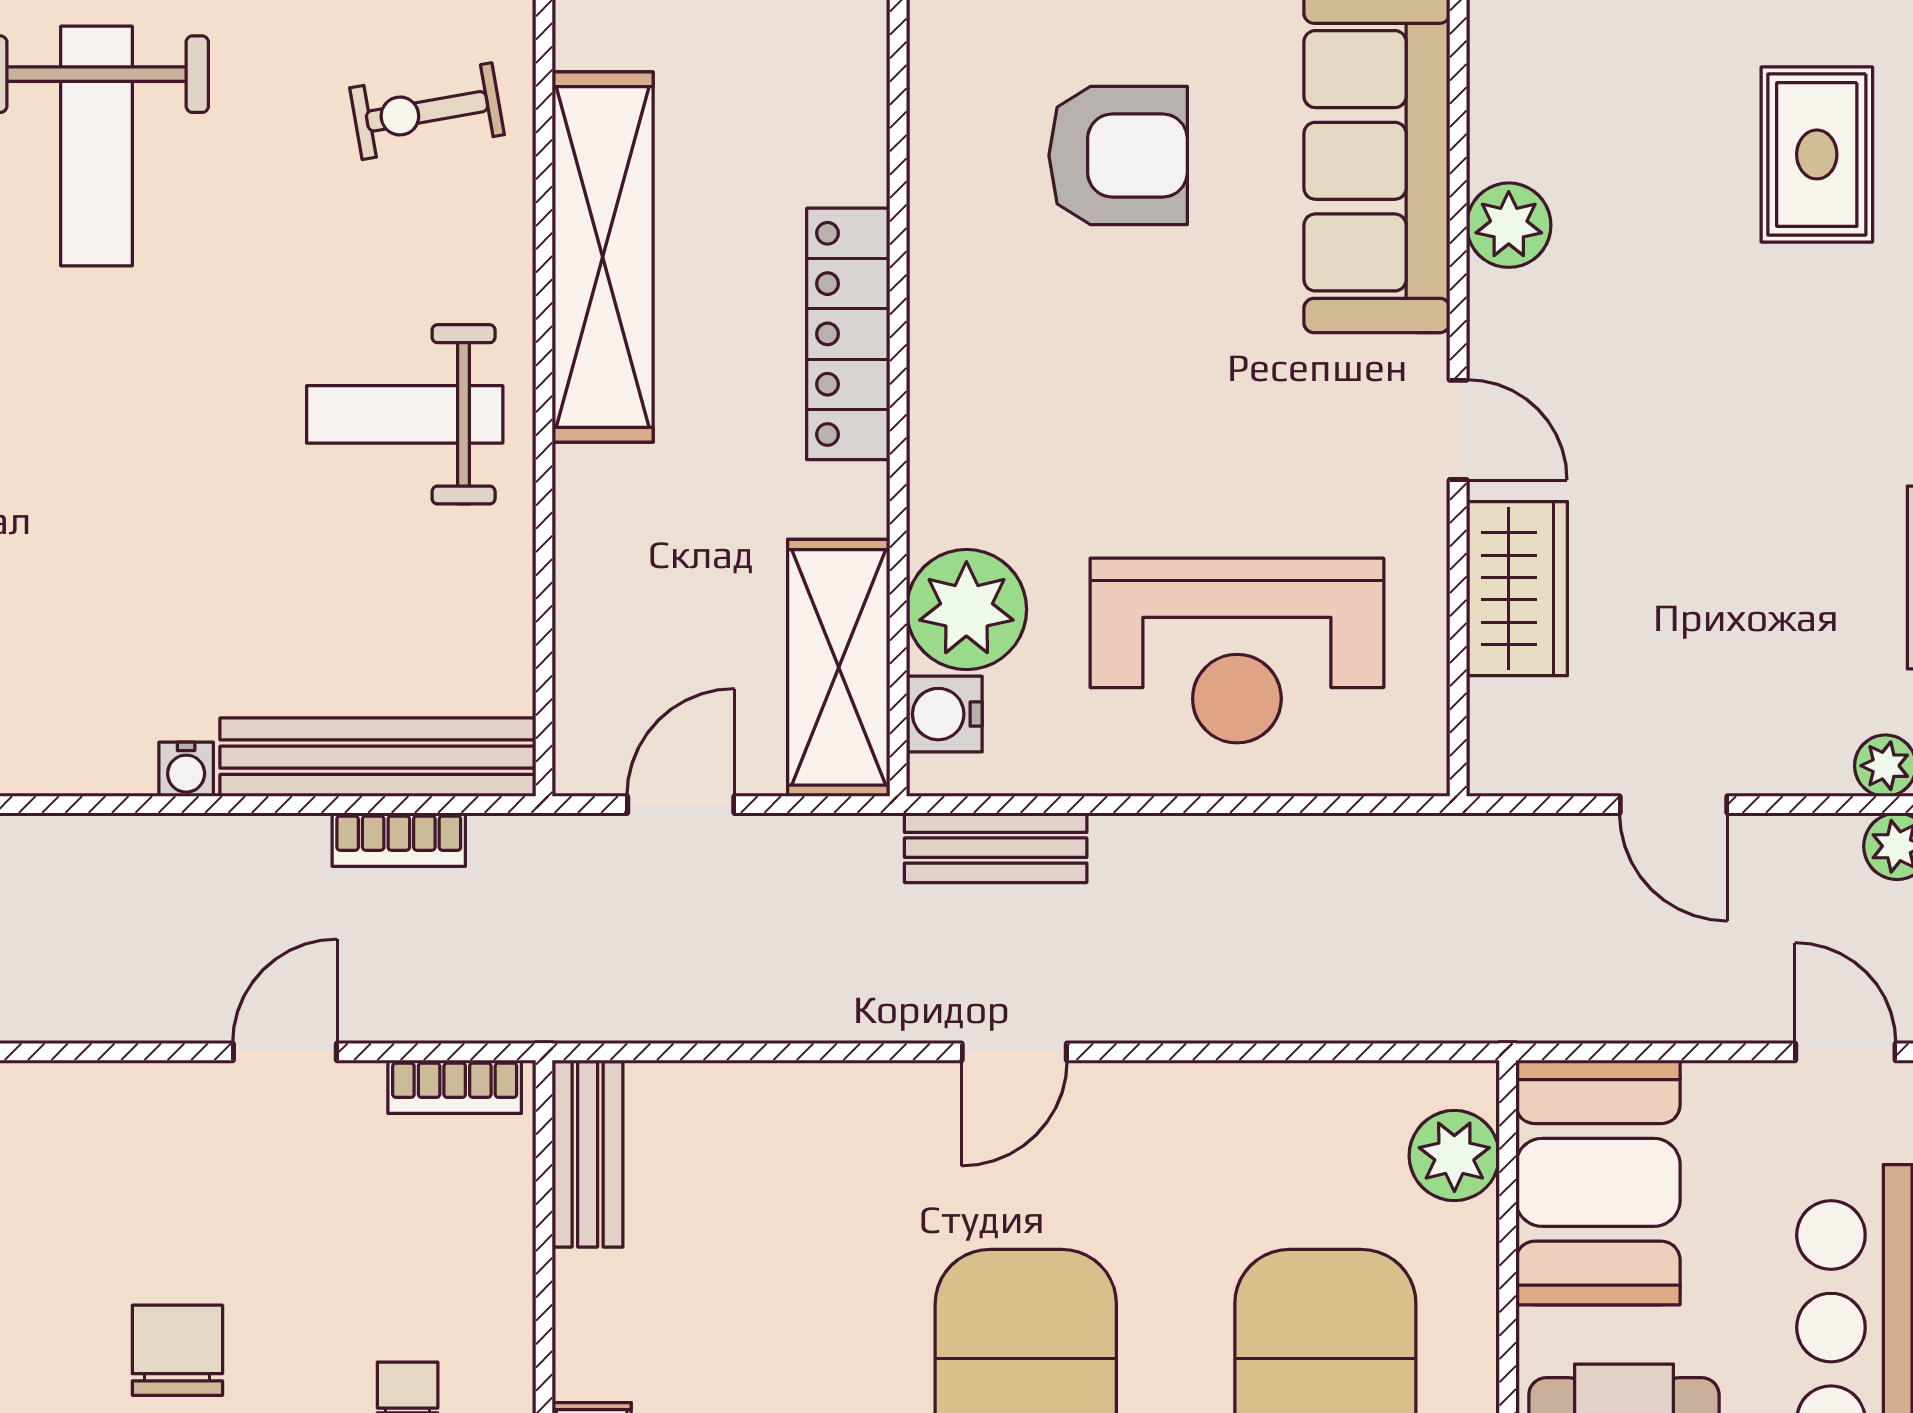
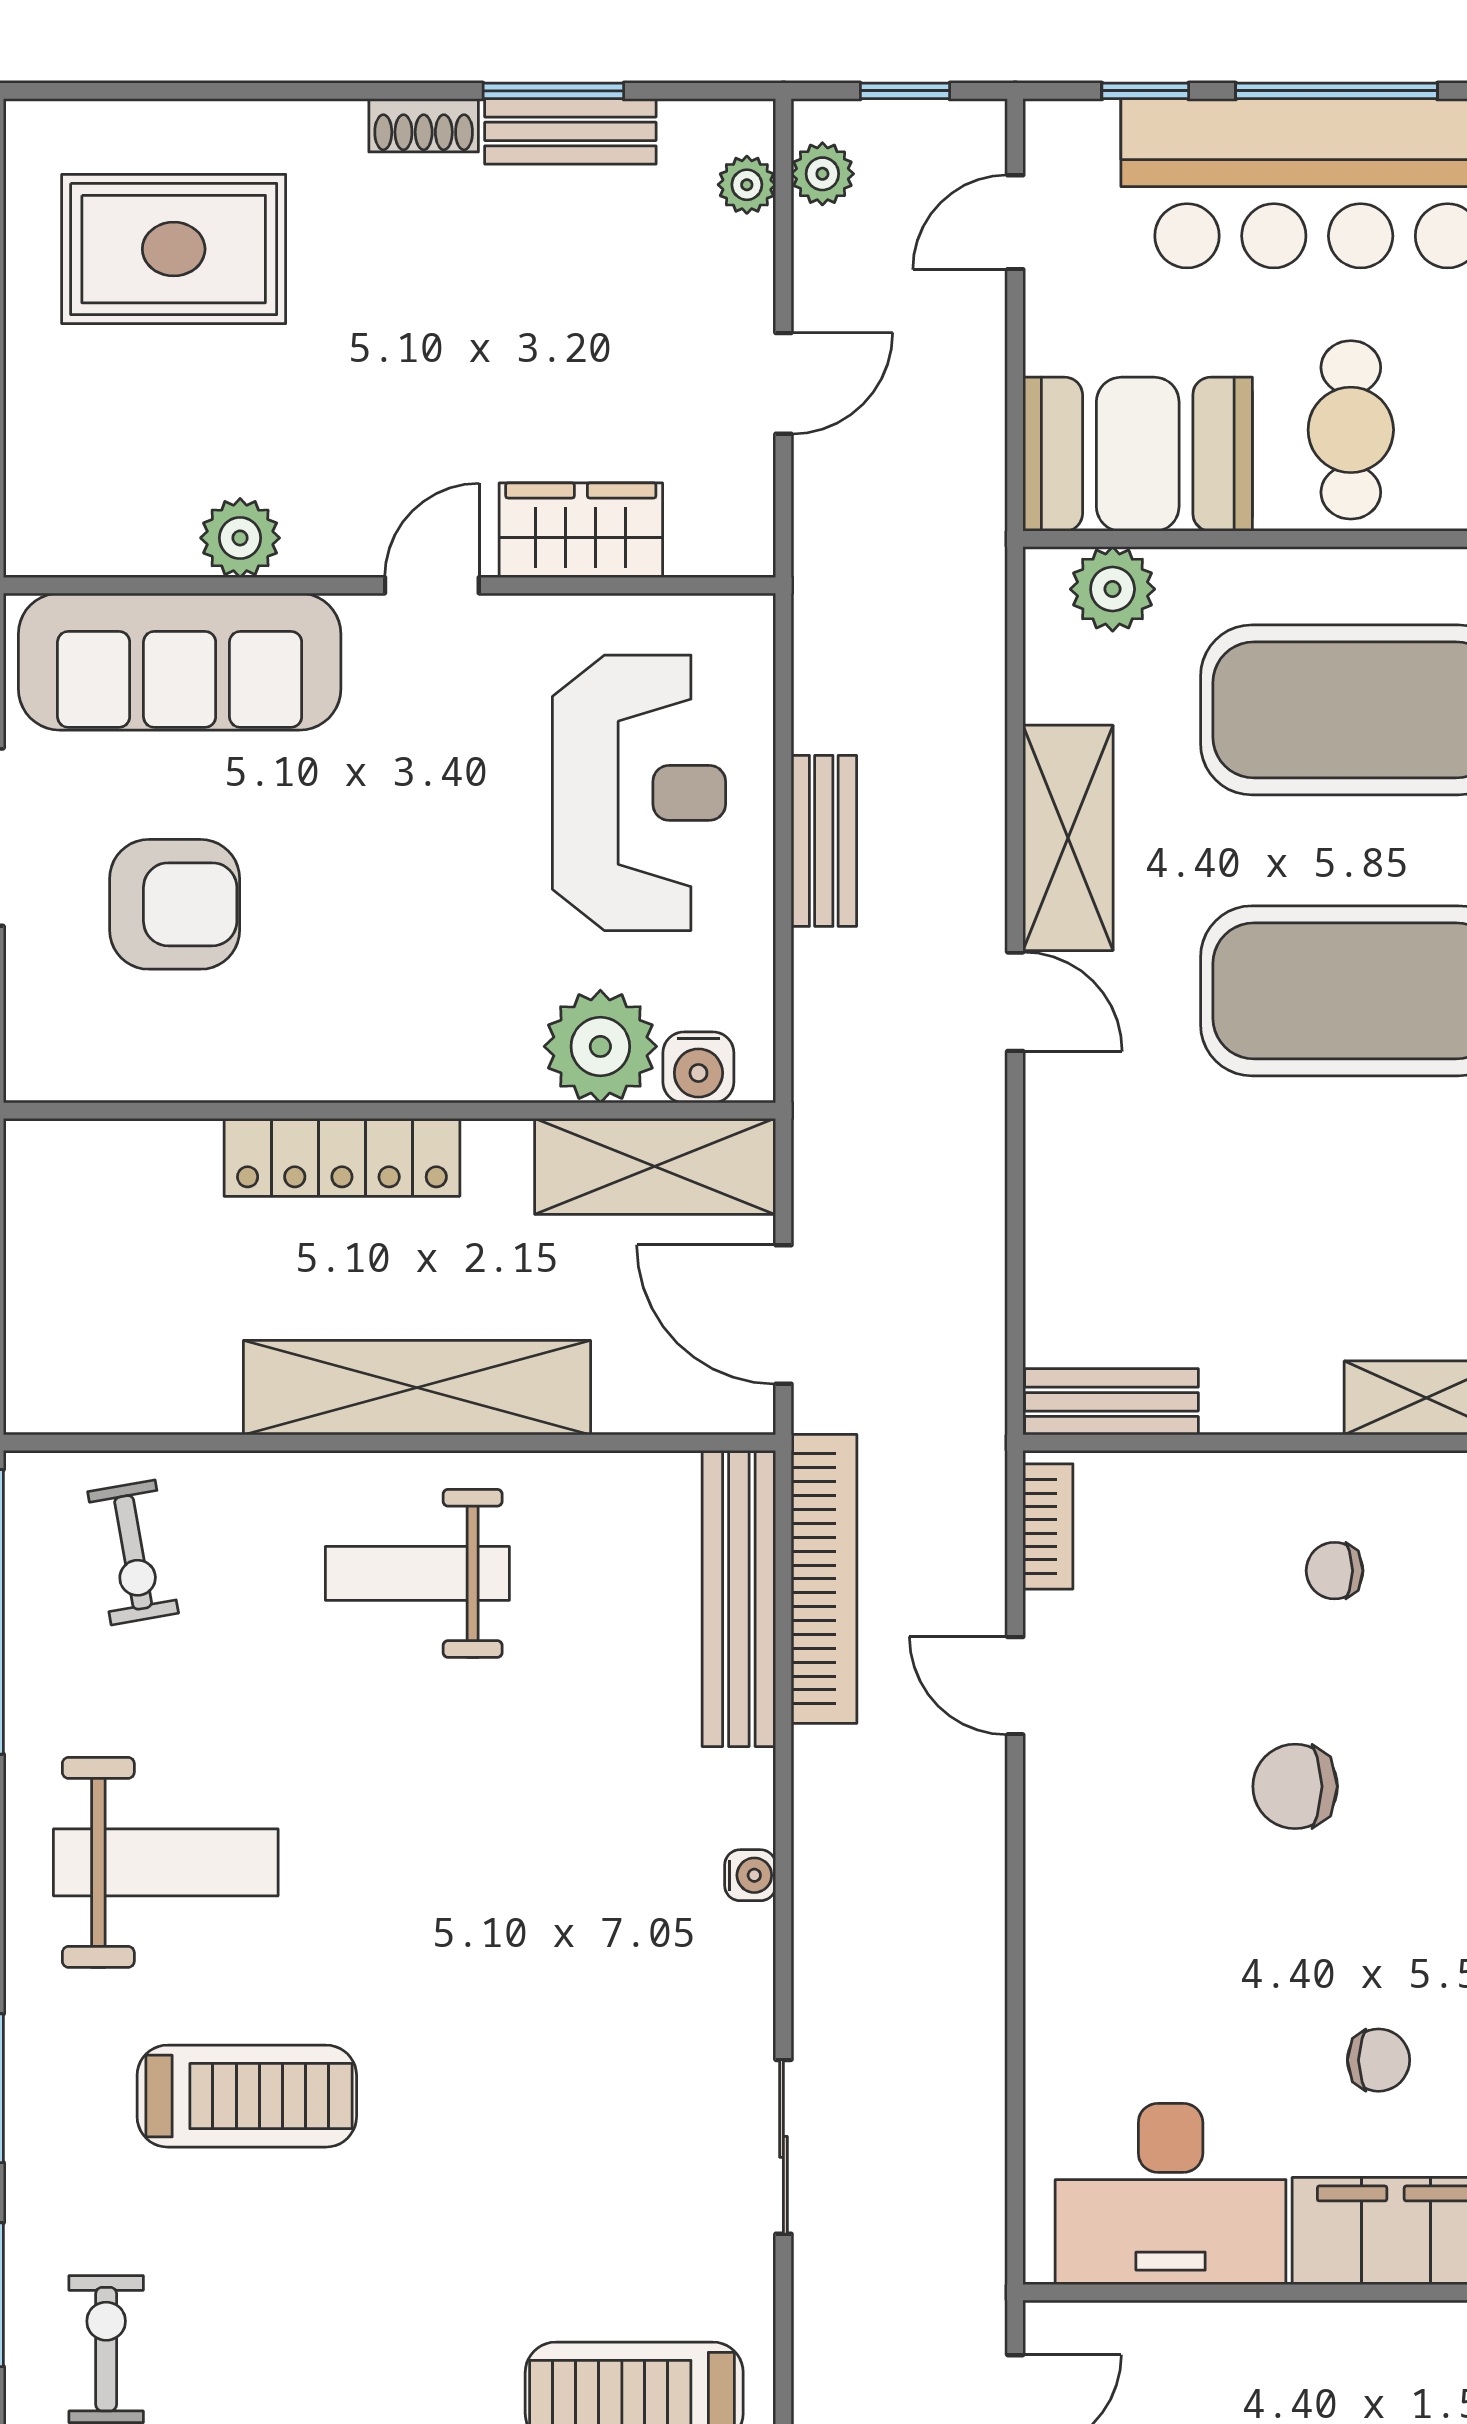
rug: (1817, 154) -> (174, 249), width x1.36, depth x1.43
armchair: (1118, 155) -> (175, 904), turned 90
shelving: (603, 257) -> (417, 1388), moved
weight bench: (405, 414) -> (417, 1573), turned 90
water cooler: (186, 769) -> (750, 1875), moved
door: (681, 805) -> (783, 1315), width x1.38
bookcase: (399, 840) -> (824, 1579), width x2.31, depth x1.31
bench: (996, 848) -> (824, 841), moved
shelving: (1189, 1108) -> (1068, 838), added

